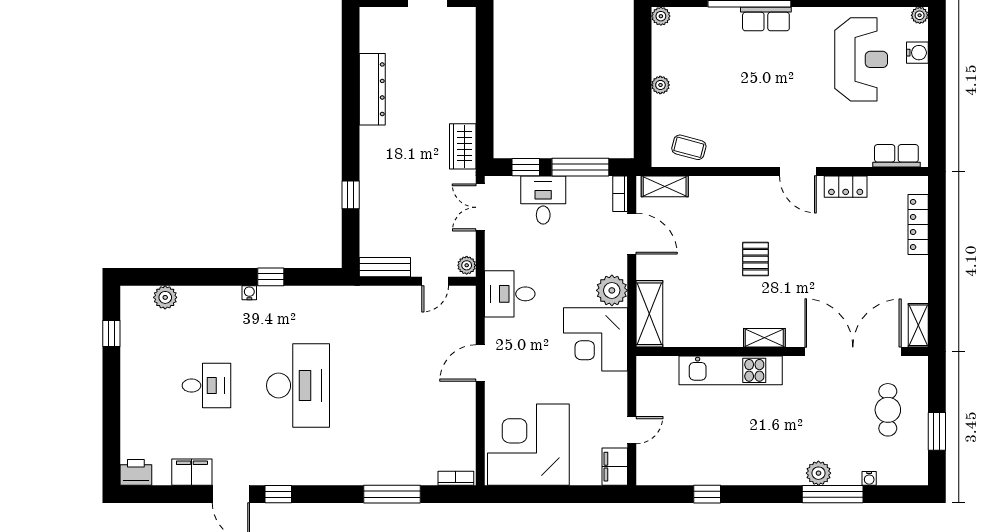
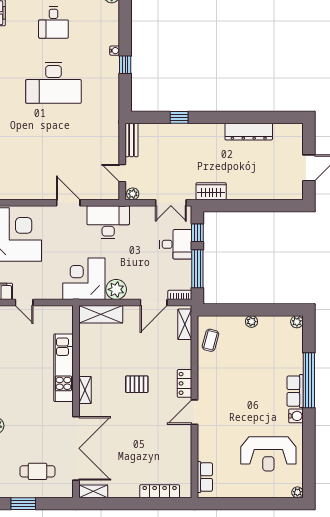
water cooler: (917, 53) -> (296, 416), moved, turned -90
locker: (846, 187) -> (185, 383), moved
double door: (480, 207) -> (171, 203), swing flipped
desk: (510, 294) -> (108, 222), width x1.37

